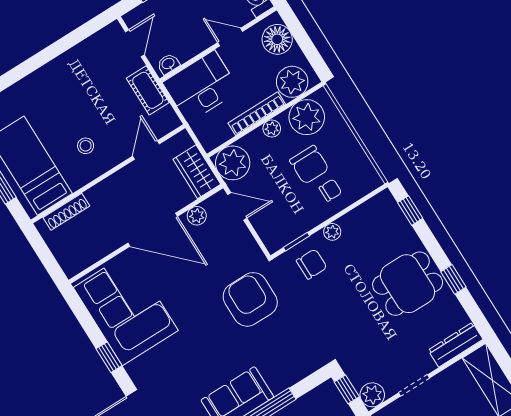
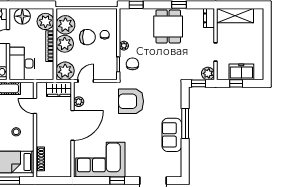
plant: (272, 129) -> (65, 44), width x1.88, depth x1.88
dresser: (456, 345) -> (209, 18), width x0.70

